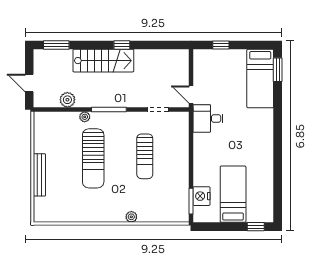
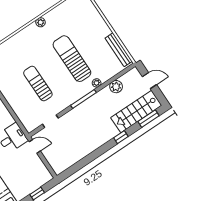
window: (122, 45) -> (121, 137), moved
stairs: (103, 61) -> (136, 111), moved
bench: (39, 175) -> (119, 50), moved
plant: (131, 217) -> (41, 22), moved

